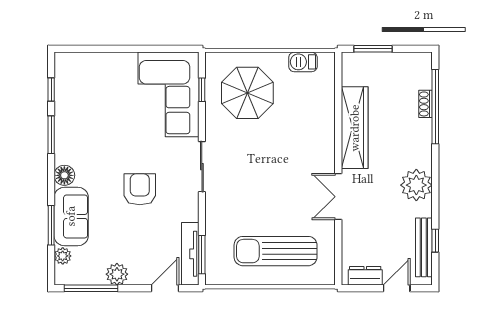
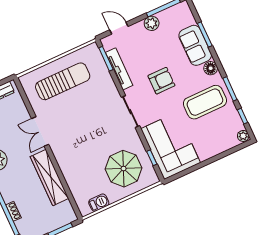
coffee table: (94, 132) -> (205, 102), added
armchair: (140, 189) -> (161, 81), turned -90
double door: (338, 197) -> (40, 131), swing flipped
tv unit: (190, 254) -> (119, 69), moved
plant: (63, 256) -> (243, 136), moved
door: (165, 288) -> (119, 28), swing flipped

